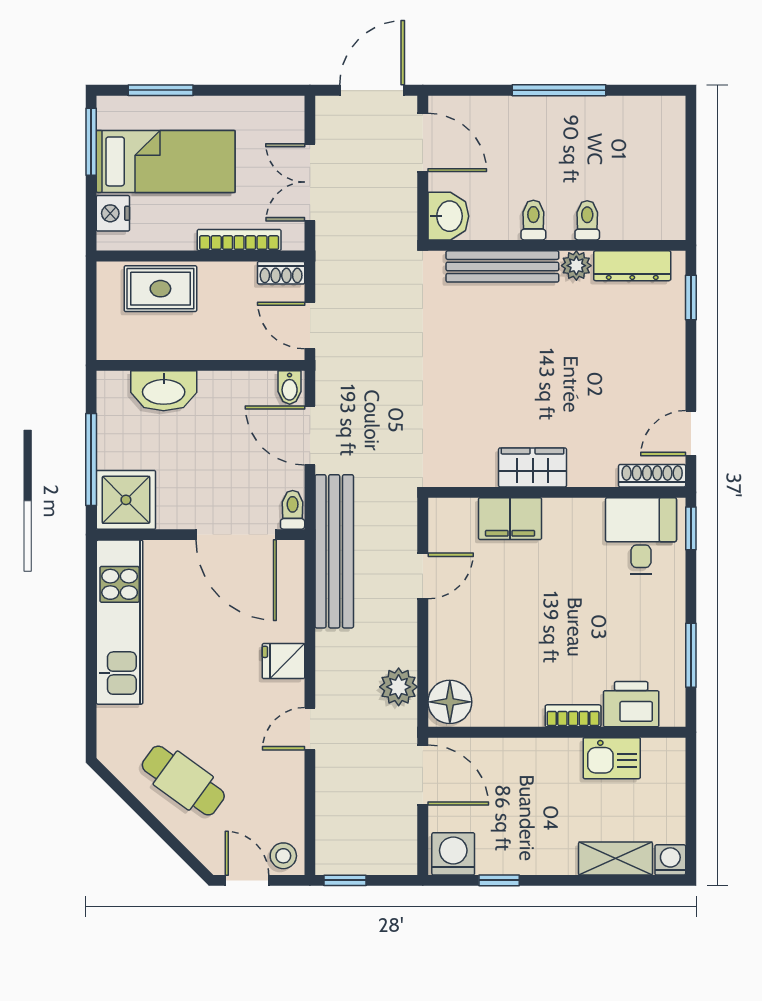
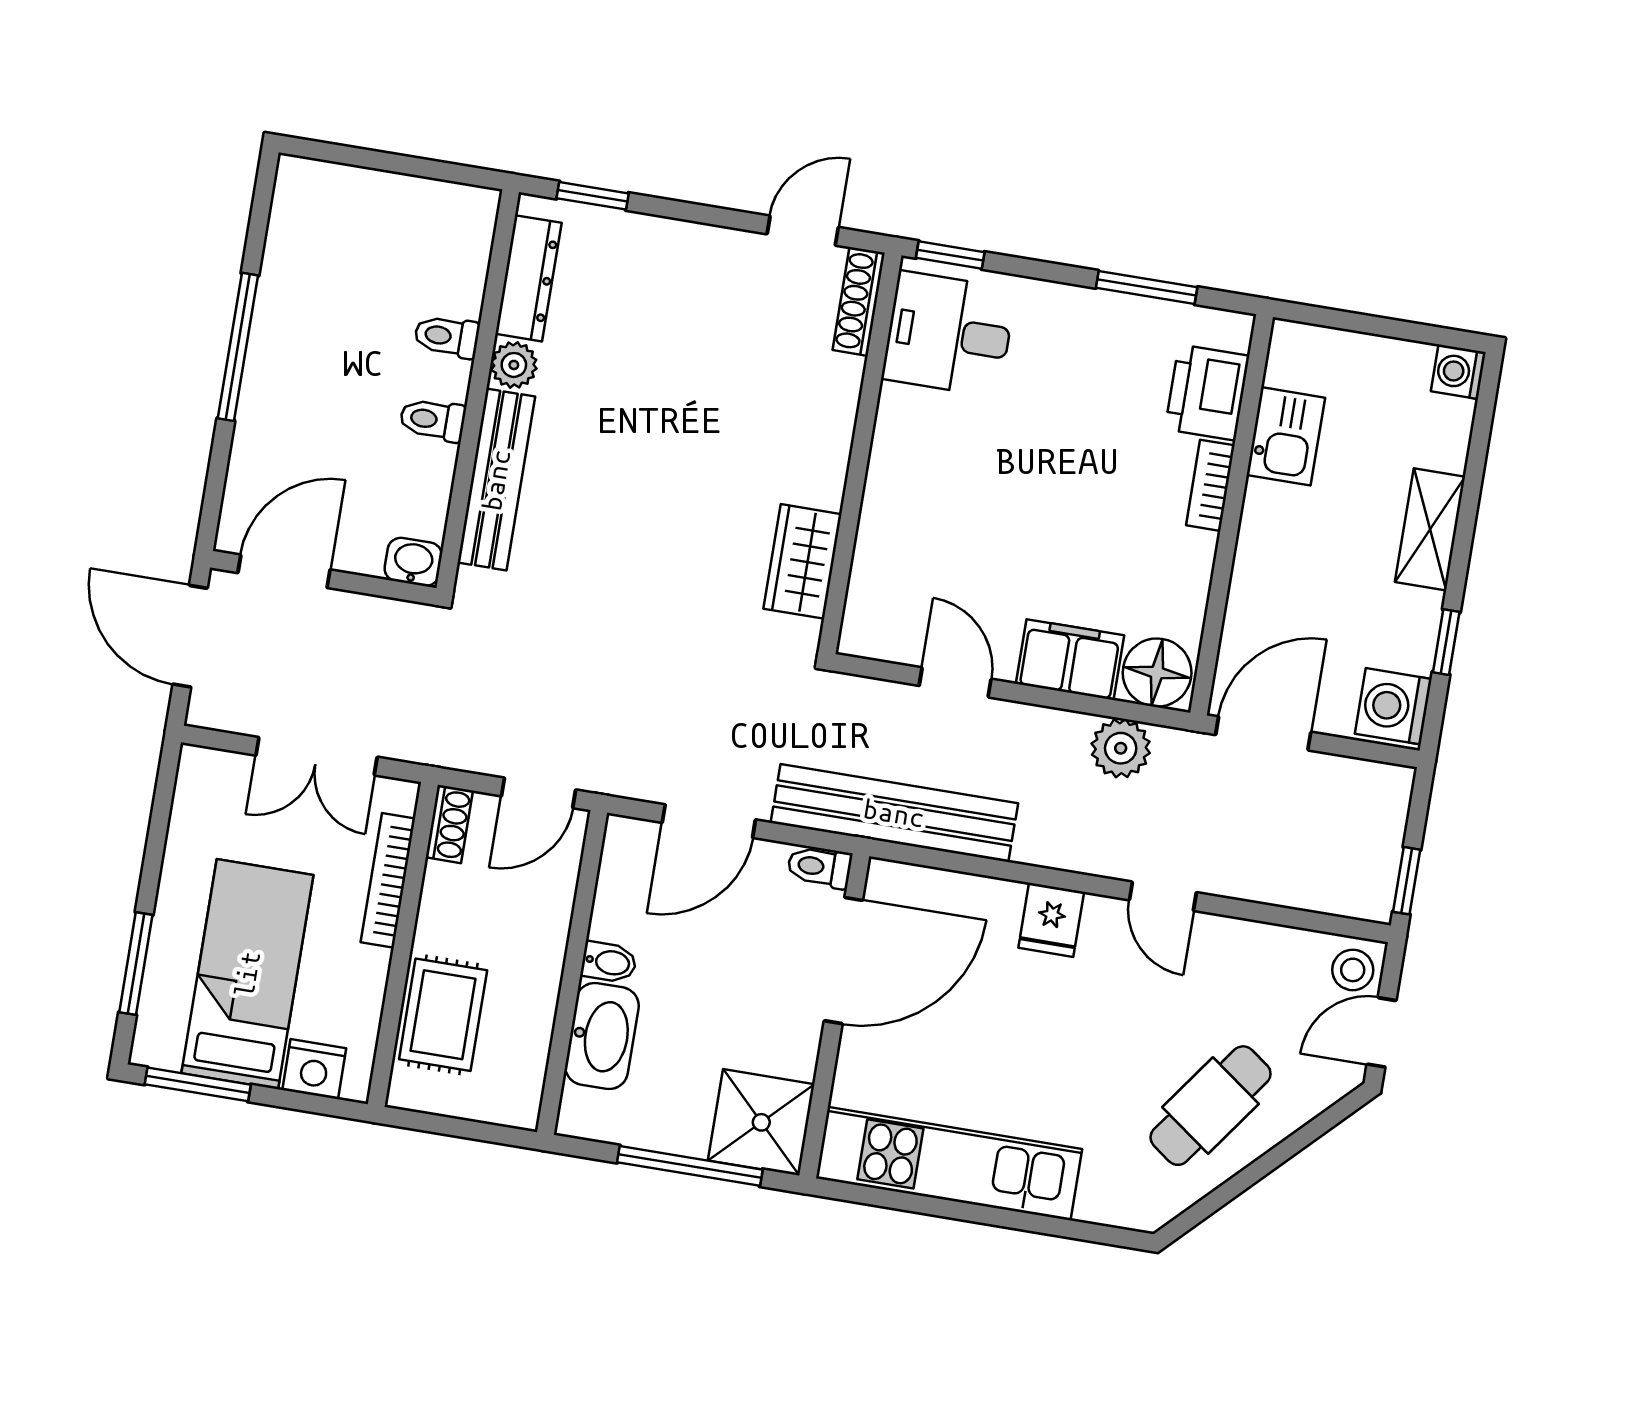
washbasin: (448, 216) -> (413, 562), width x0.72, depth x0.69
bidet: (290, 387) -> (609, 962), moved
door: (691, 433) -> (803, 231), swing flipped
wardrobe: (533, 467) -> (803, 561), moved
filing cabinet: (510, 519) -> (1070, 660), moved, turned -90
shelving: (615, 859) -> (1430, 529), moved

